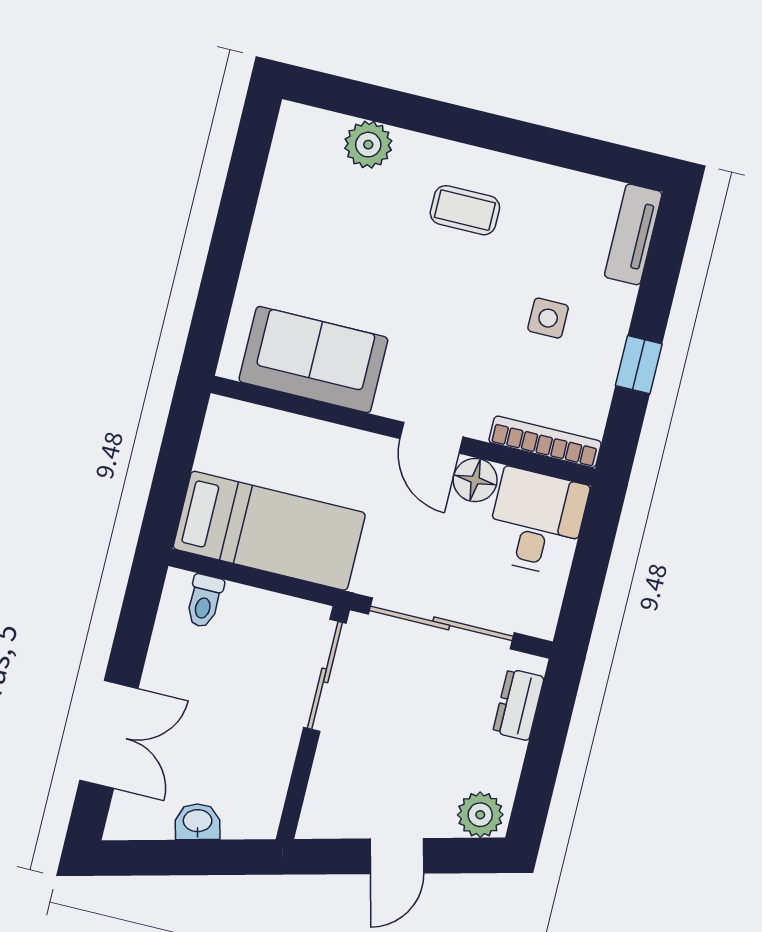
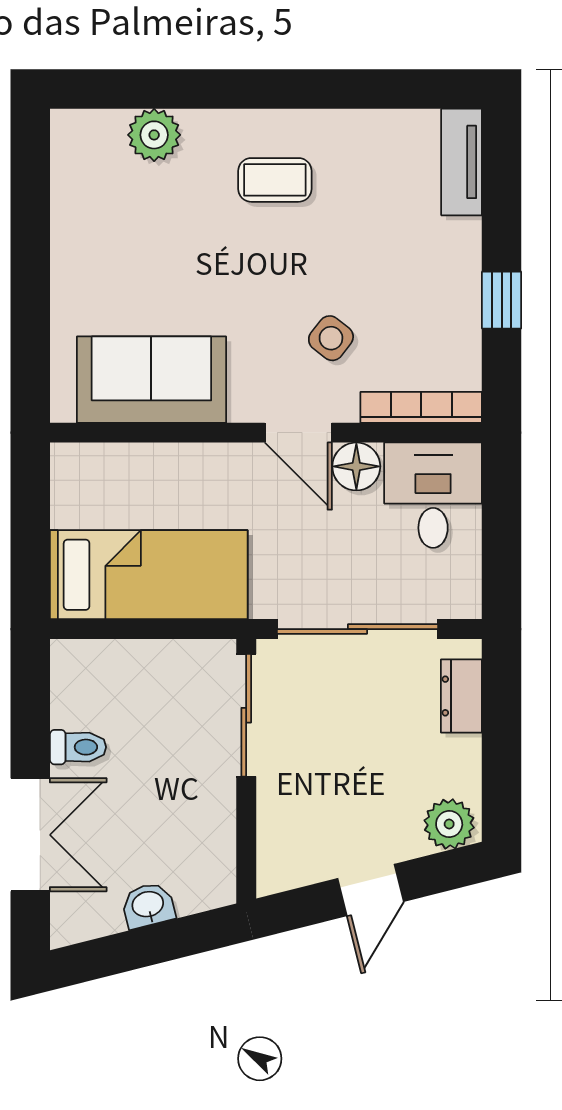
side table: (548, 318) -> (331, 338), moved, turned 38
toilet: (204, 601) -> (78, 747), moved, turned -90

